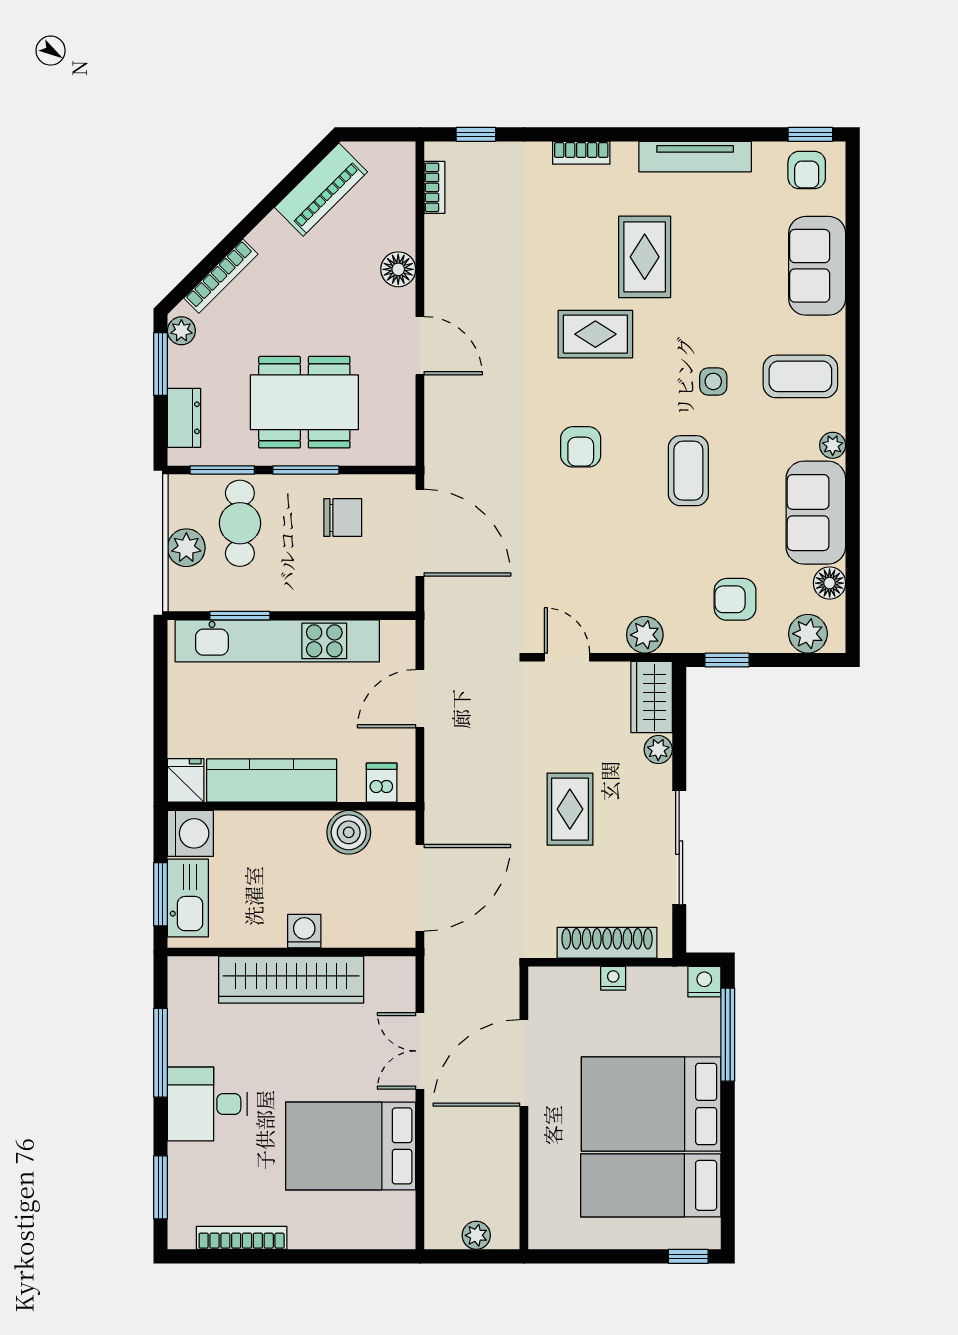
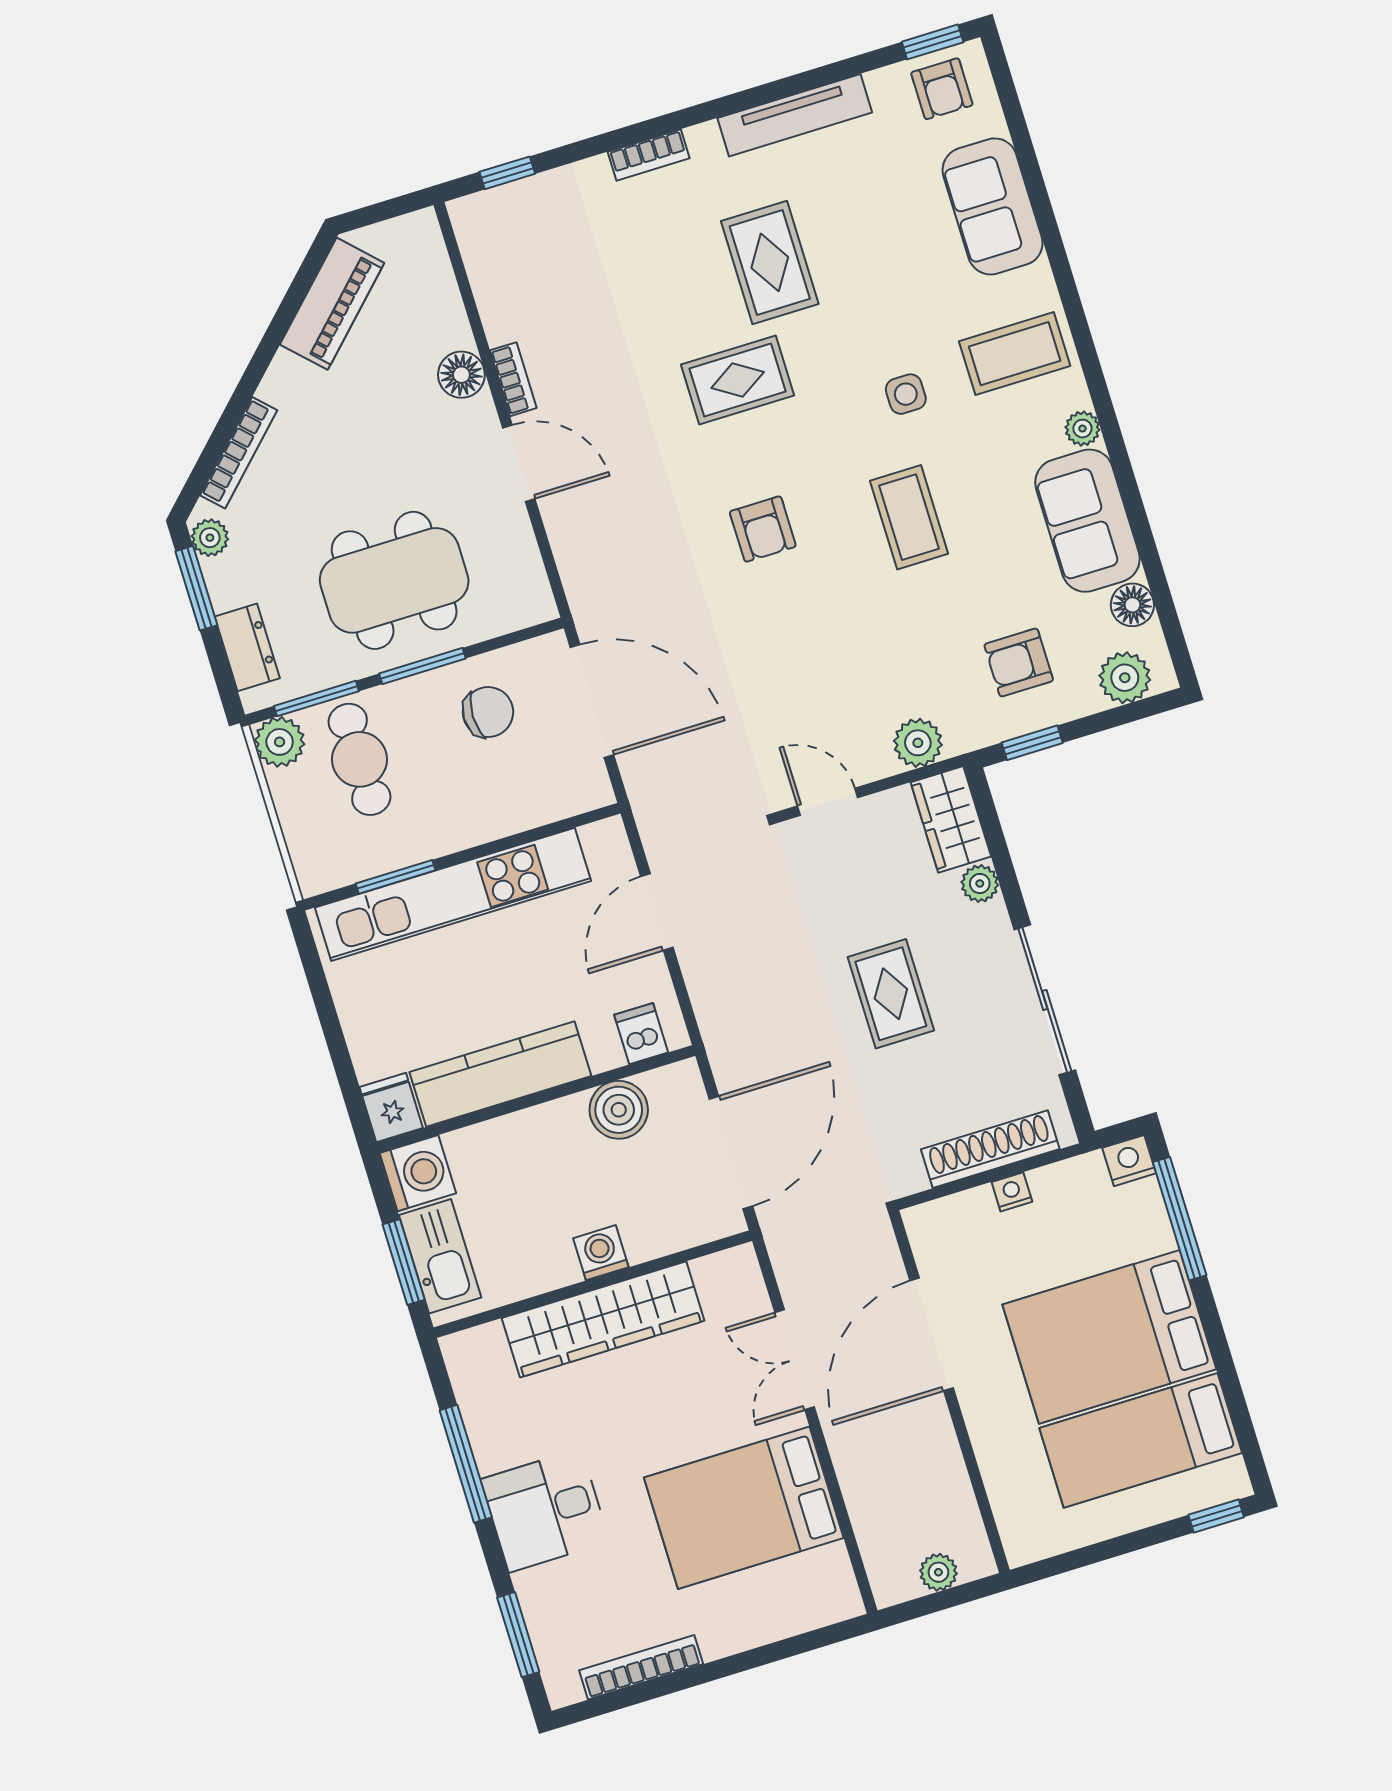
bookcase: (434, 187) -> (513, 379), moved
plant: (186, 548) -> (280, 742), moved

